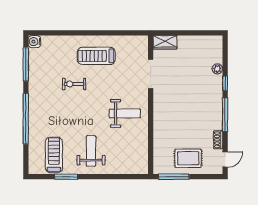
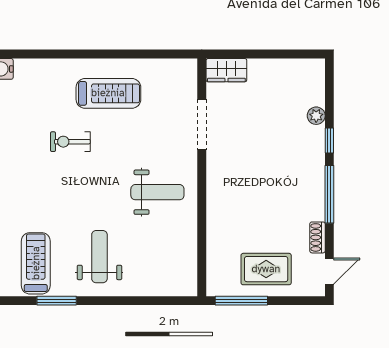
treadmill: (96, 56) -> (108, 93), turned 180

